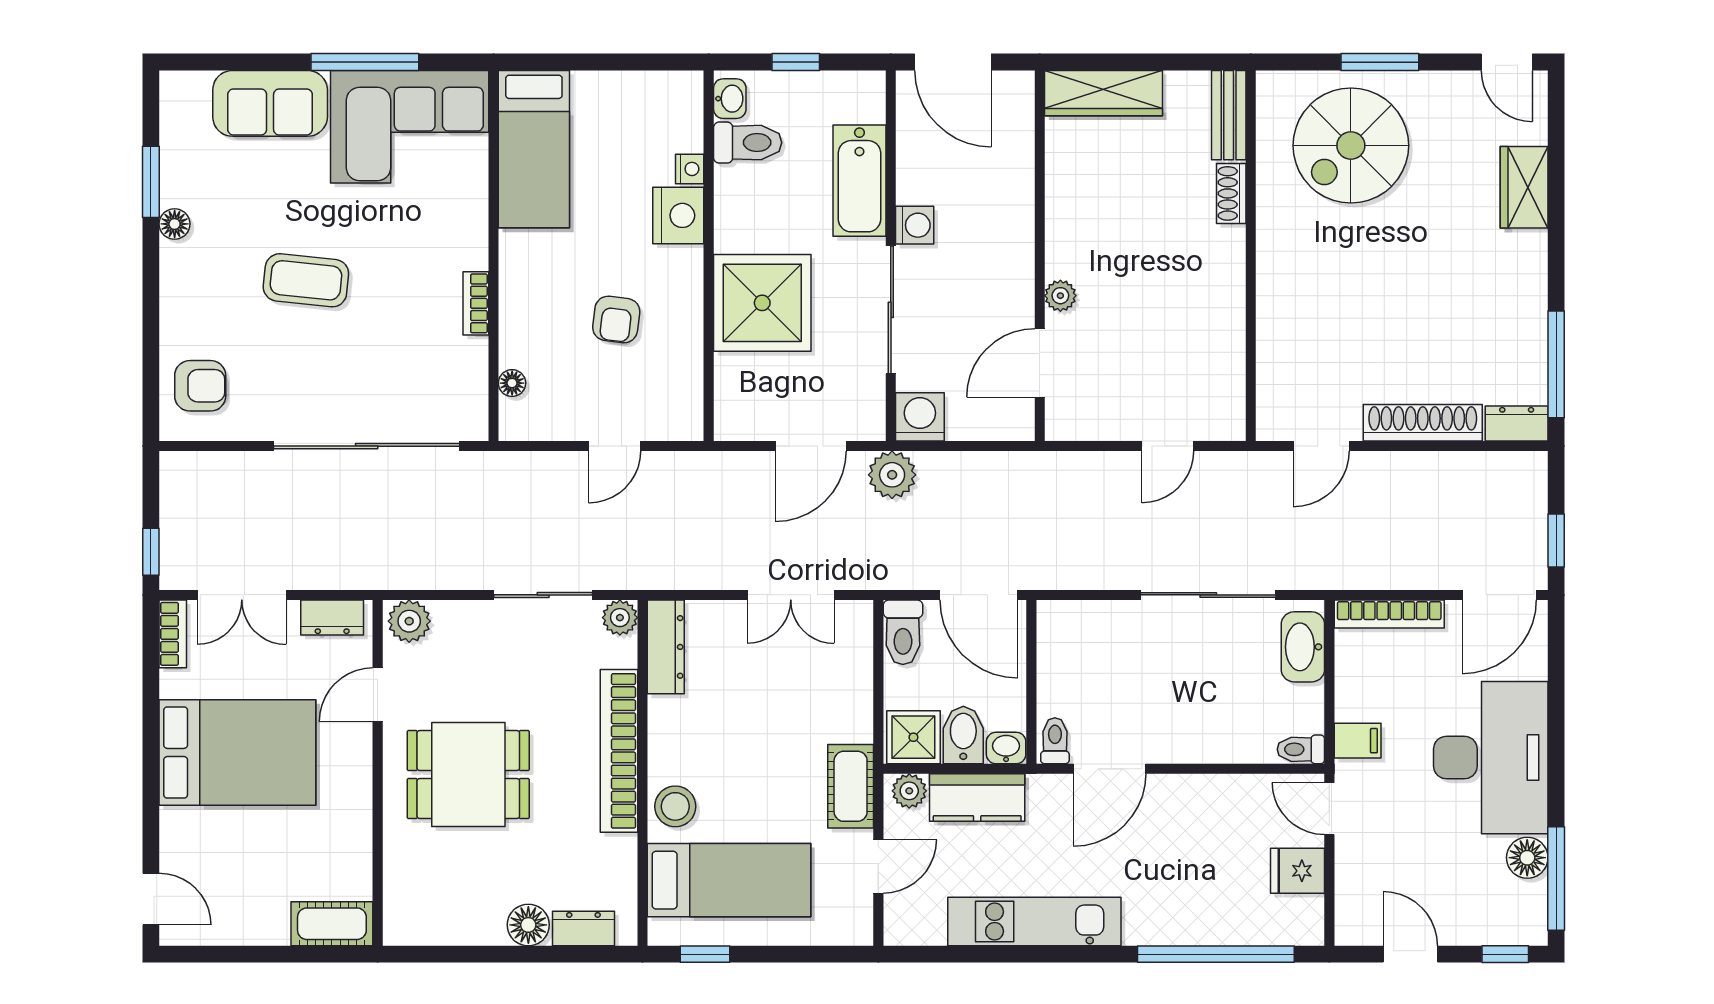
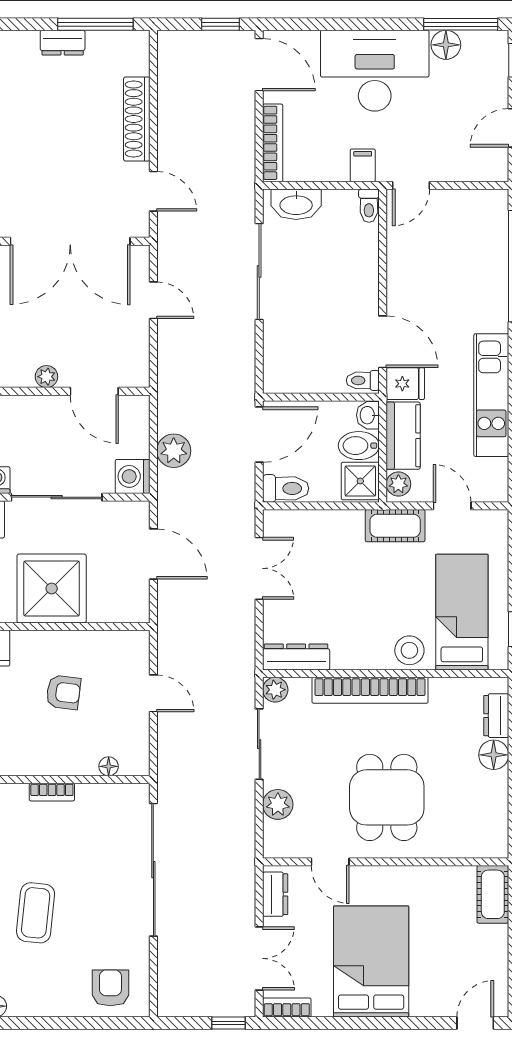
double door: (1251, 329) -> (70, 241), added
dresser: (1517, 423) -> (63, 43), moved, turned -90
plant: (892, 475) -> (174, 451), moved
plant: (409, 621) -> (278, 804), moved
fridge: (1298, 871) -> (405, 384), moved, turned -90

